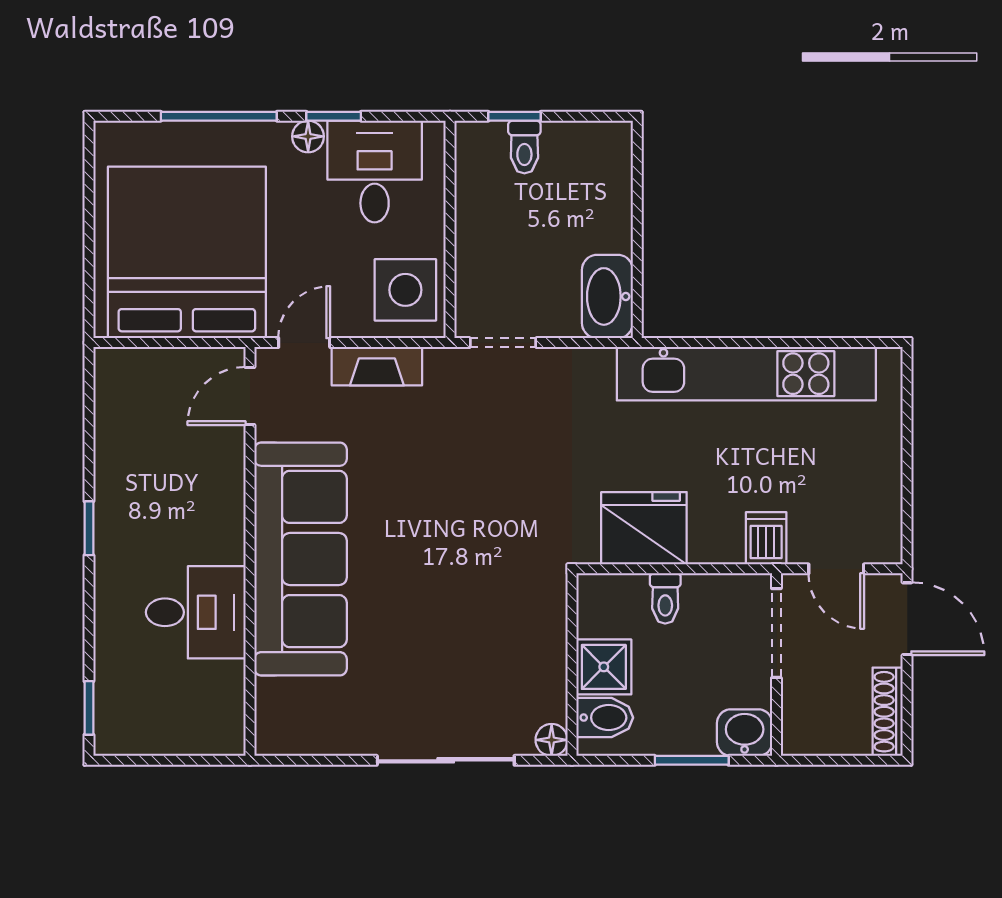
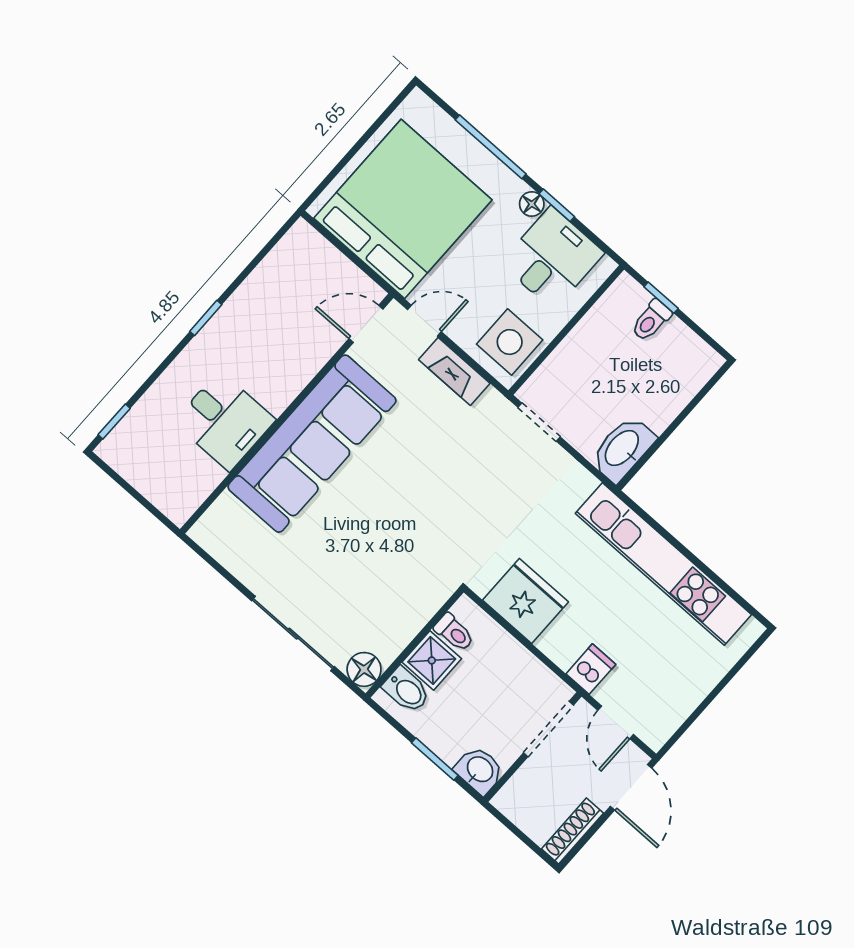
toilet: (665, 598) -> (454, 632), moved, turned -90
floor lamp: (552, 740) -> (364, 669), width x1.37, depth x1.37

